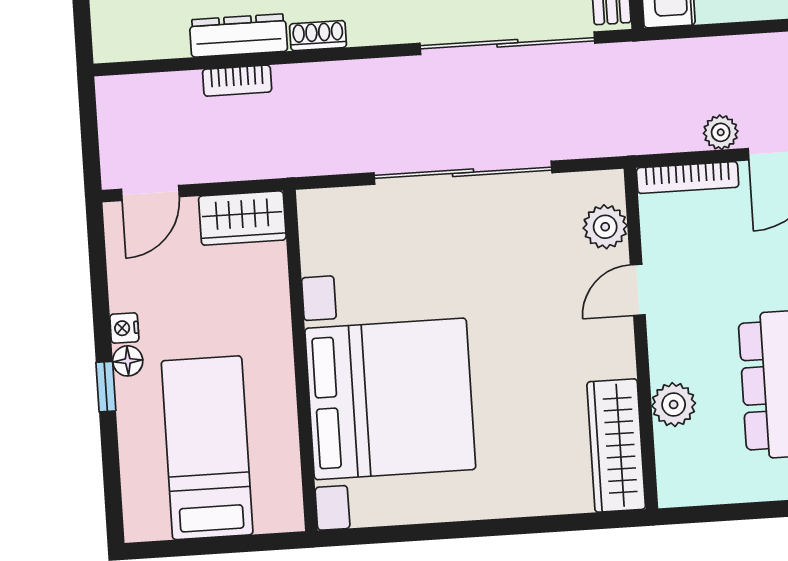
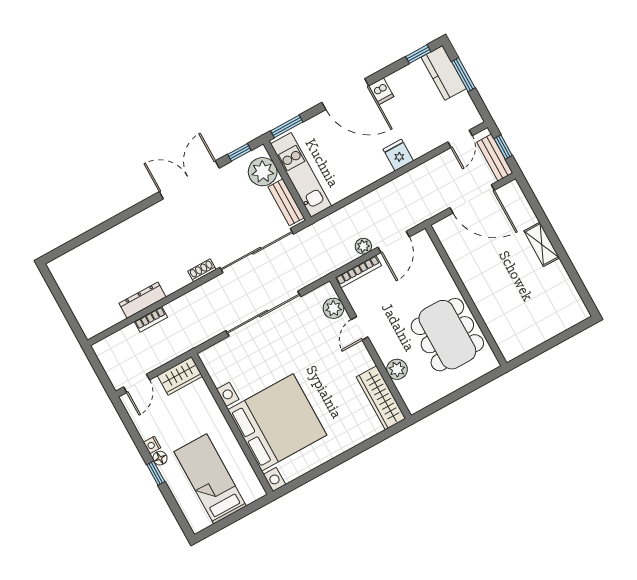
shoe rack: (318, 36) -> (202, 270), moved

